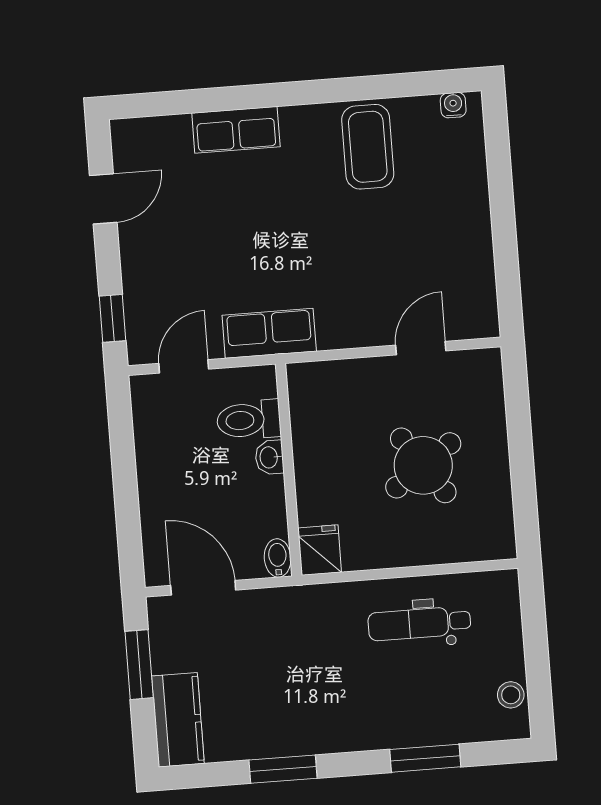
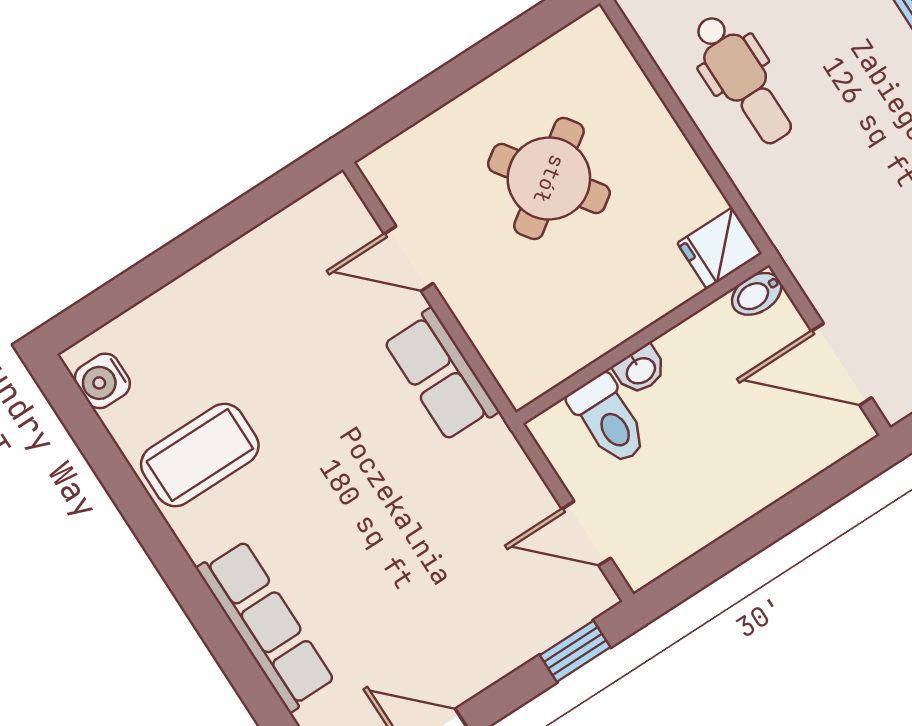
water cooler: (453, 105) -> (102, 381), width x1.38, depth x1.38
row of seats: (236, 130) -> (266, 626), width x1.48
row of seats: (269, 333) -> (441, 375), moved
door: (203, 588) -> (842, 364), hinge flipped

